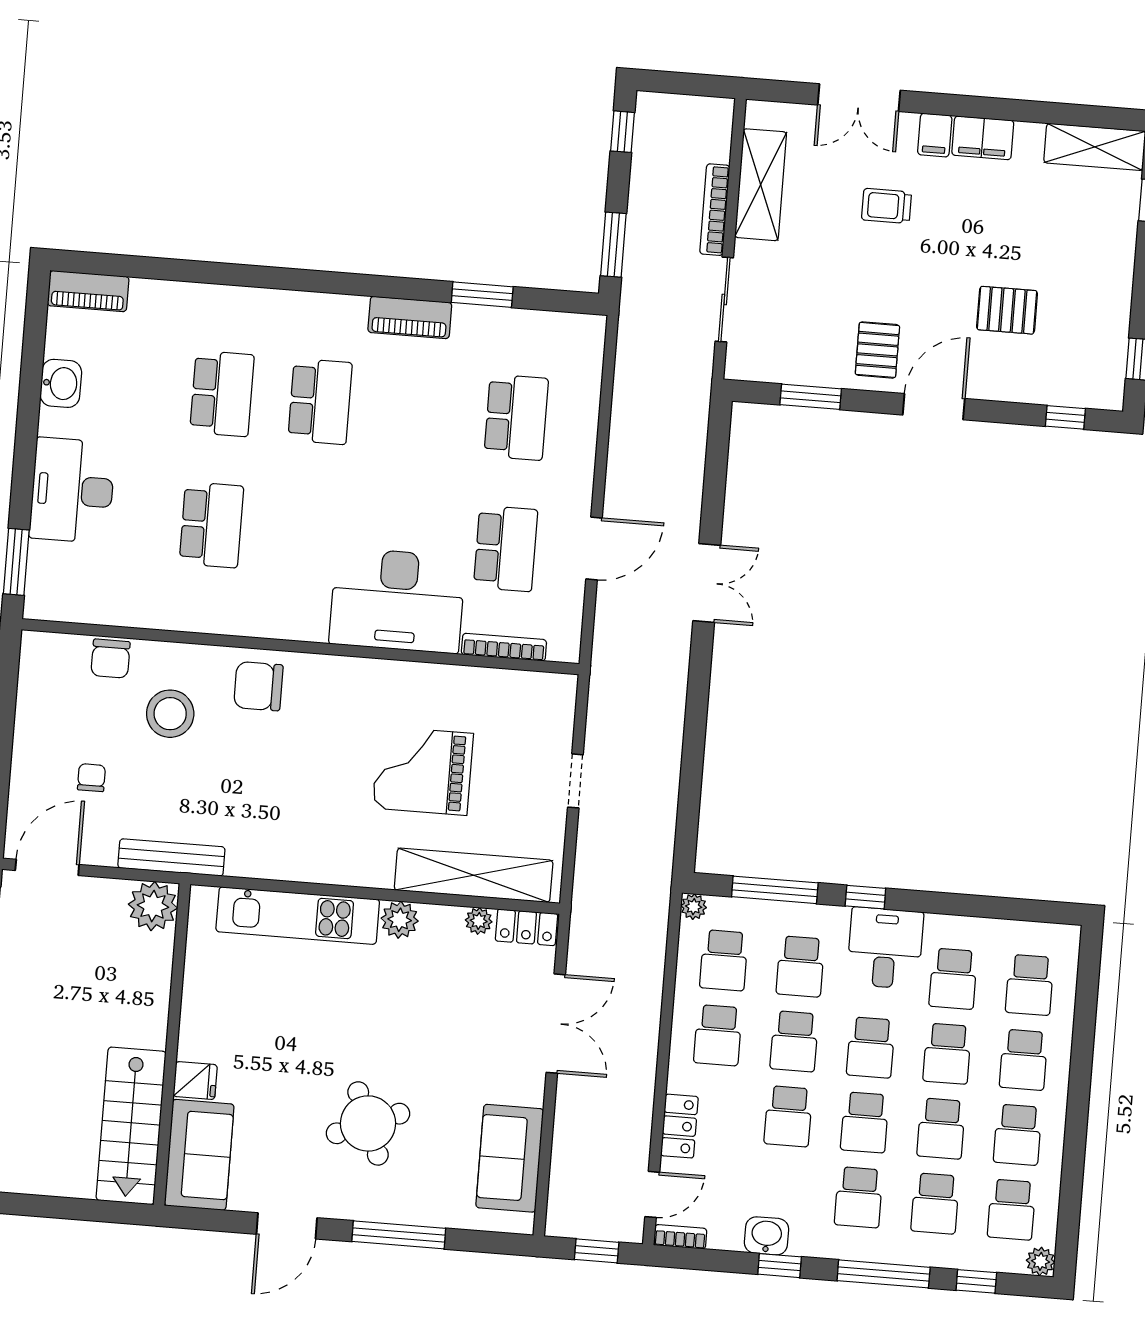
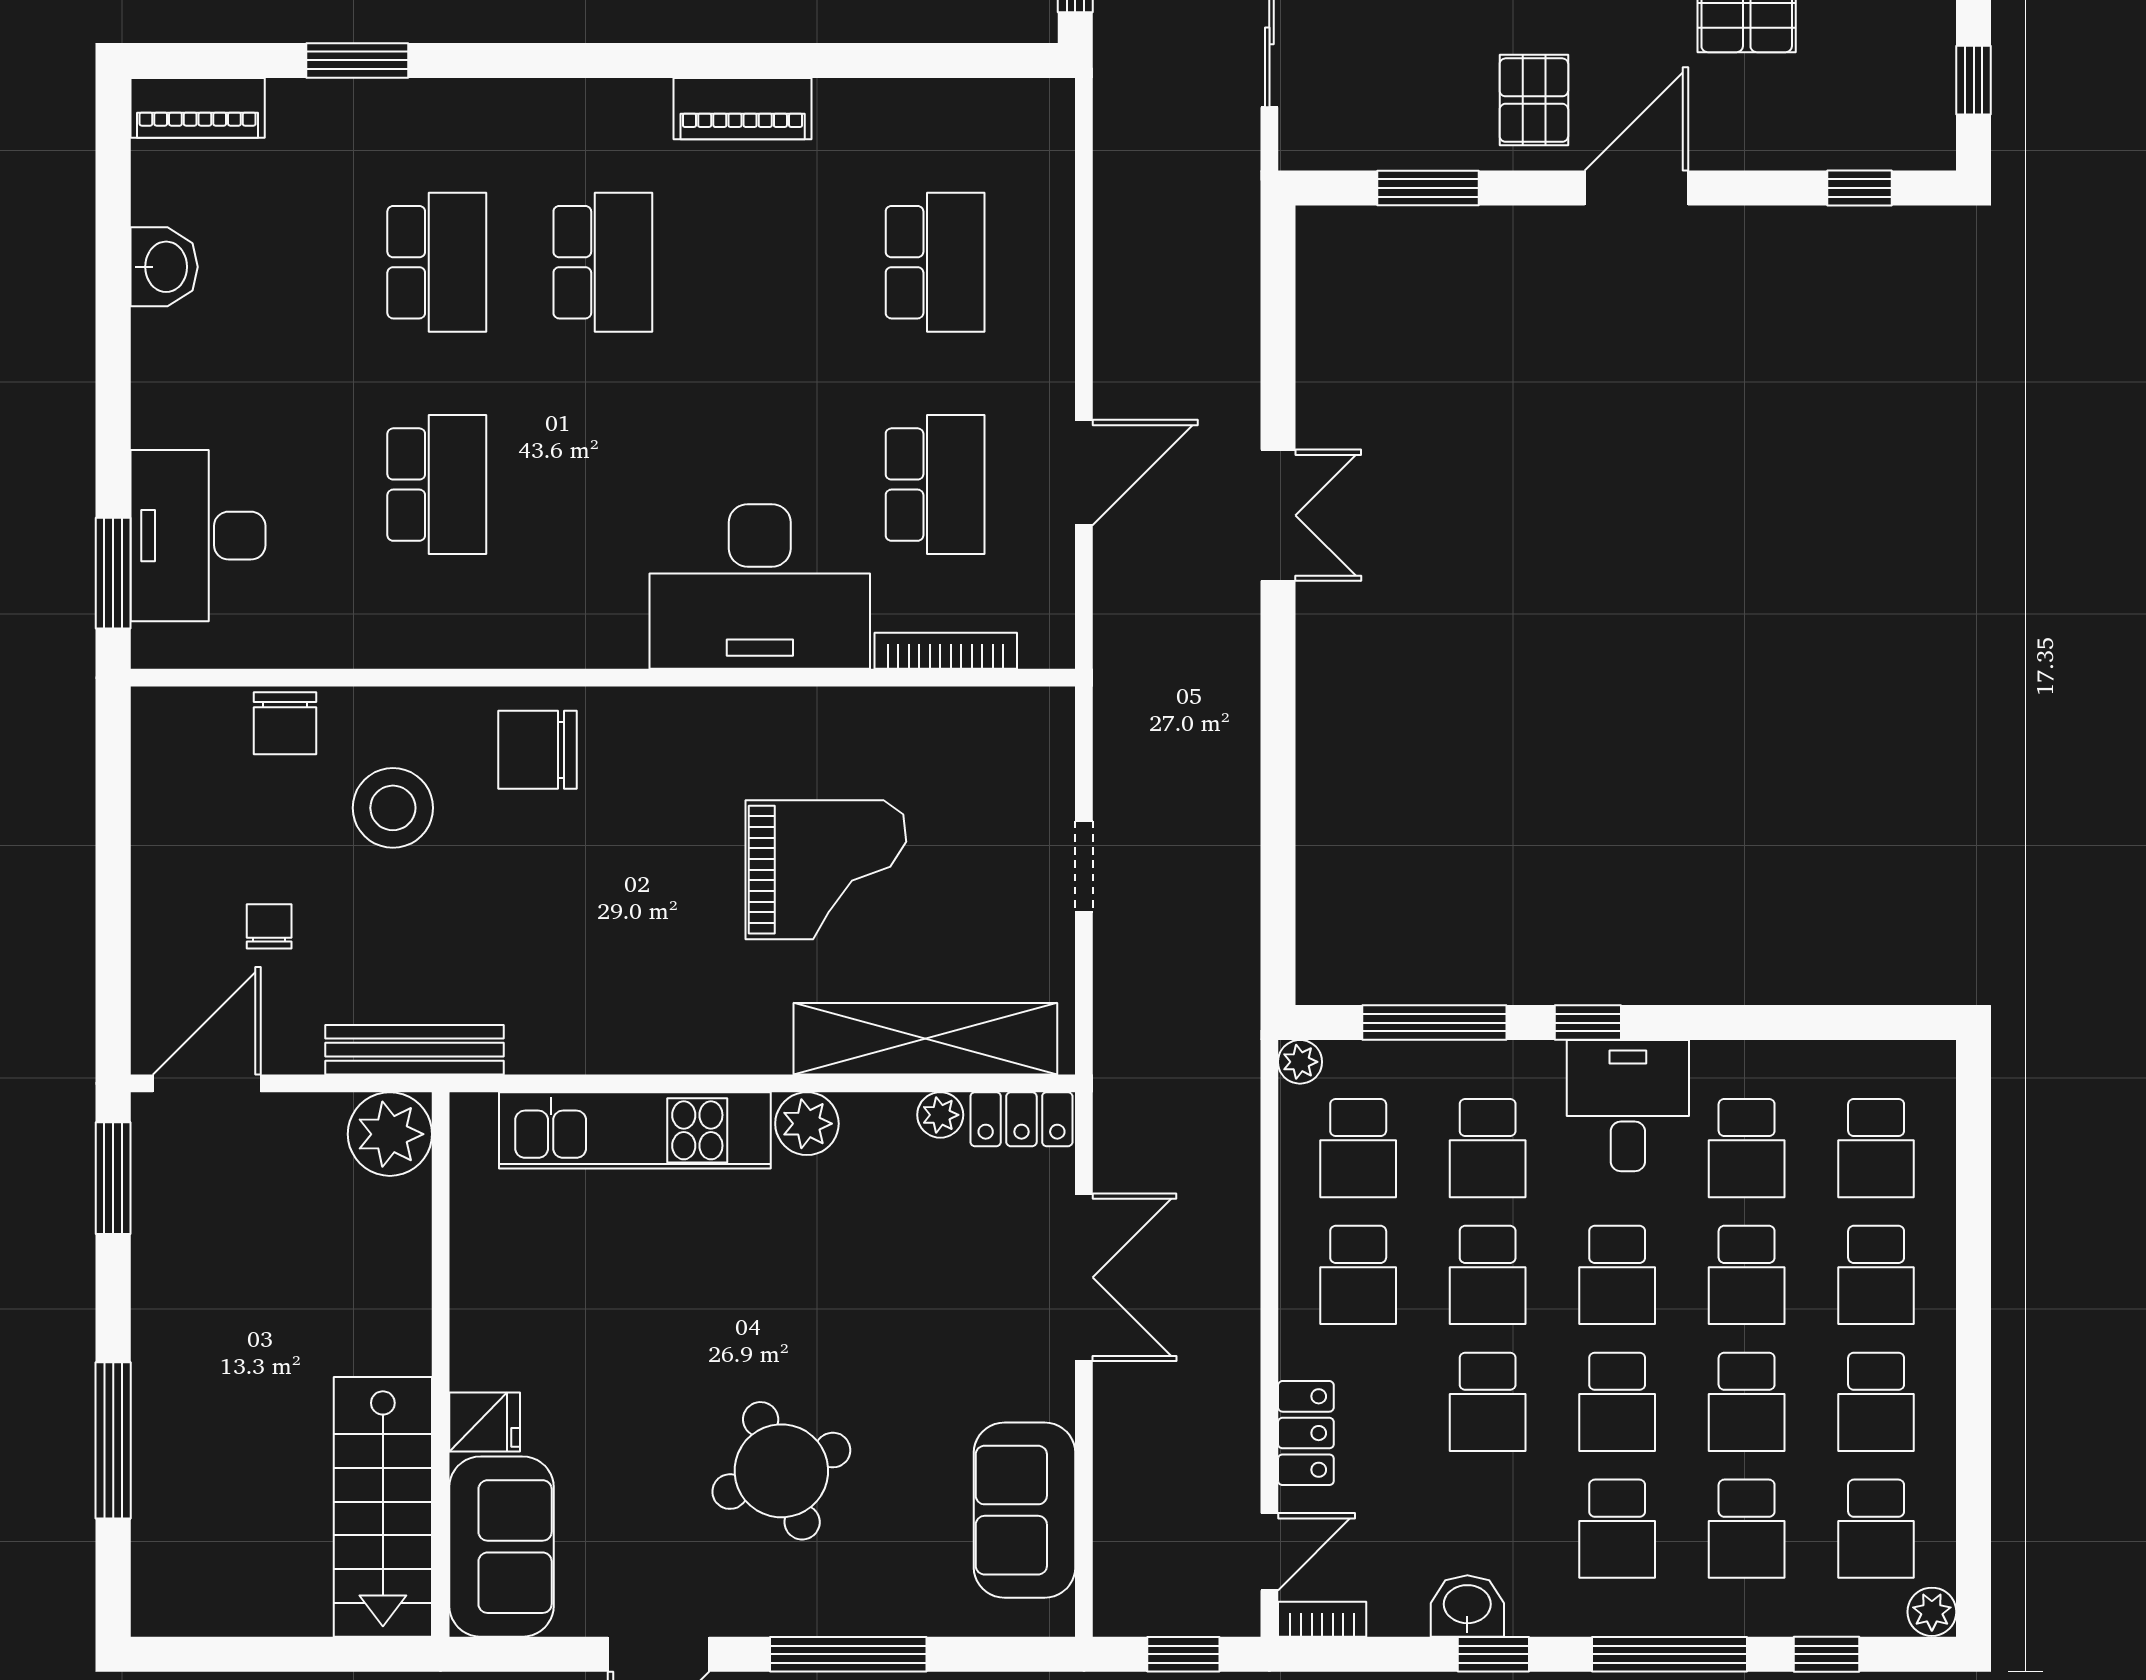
window: (482, 295) -> (357, 60), moved
desk: (72, 490) -> (198, 536), moved
grand piano: (423, 771) -> (826, 870), turned 180

